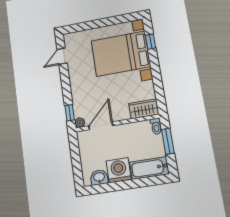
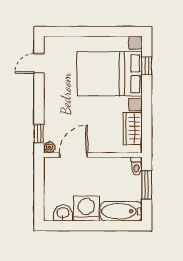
wardrobe: (144, 109) -> (133, 128), moved, turned -90

